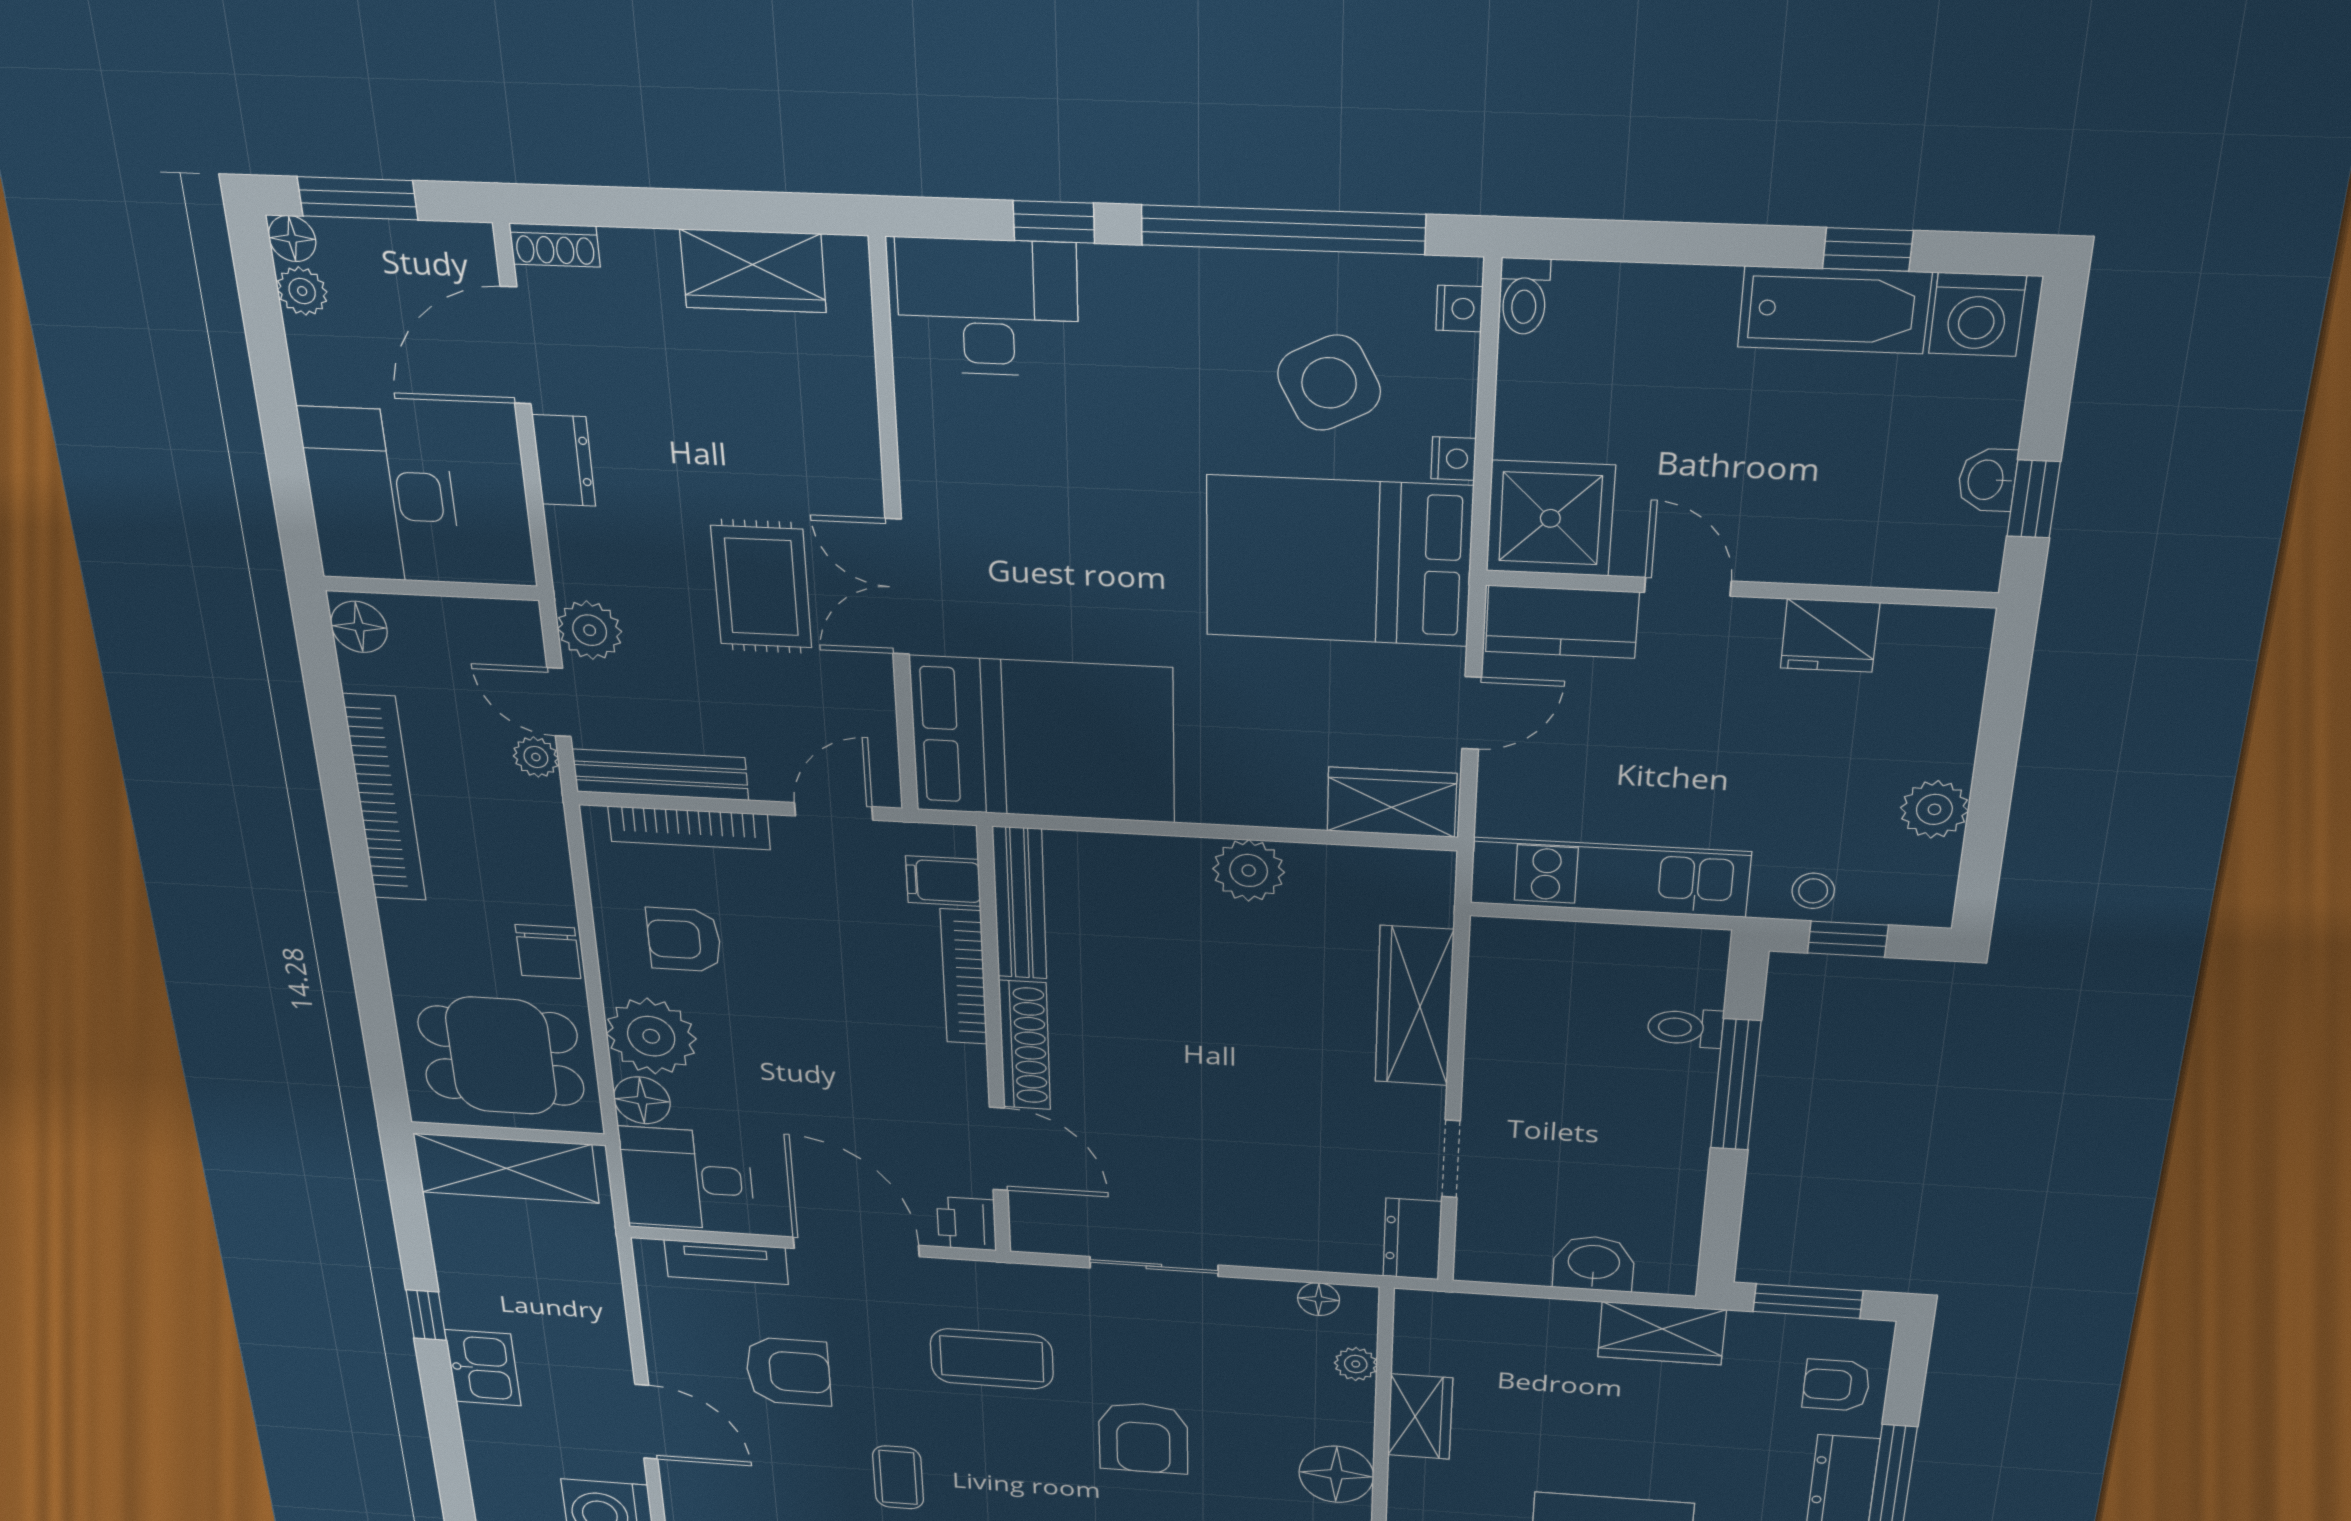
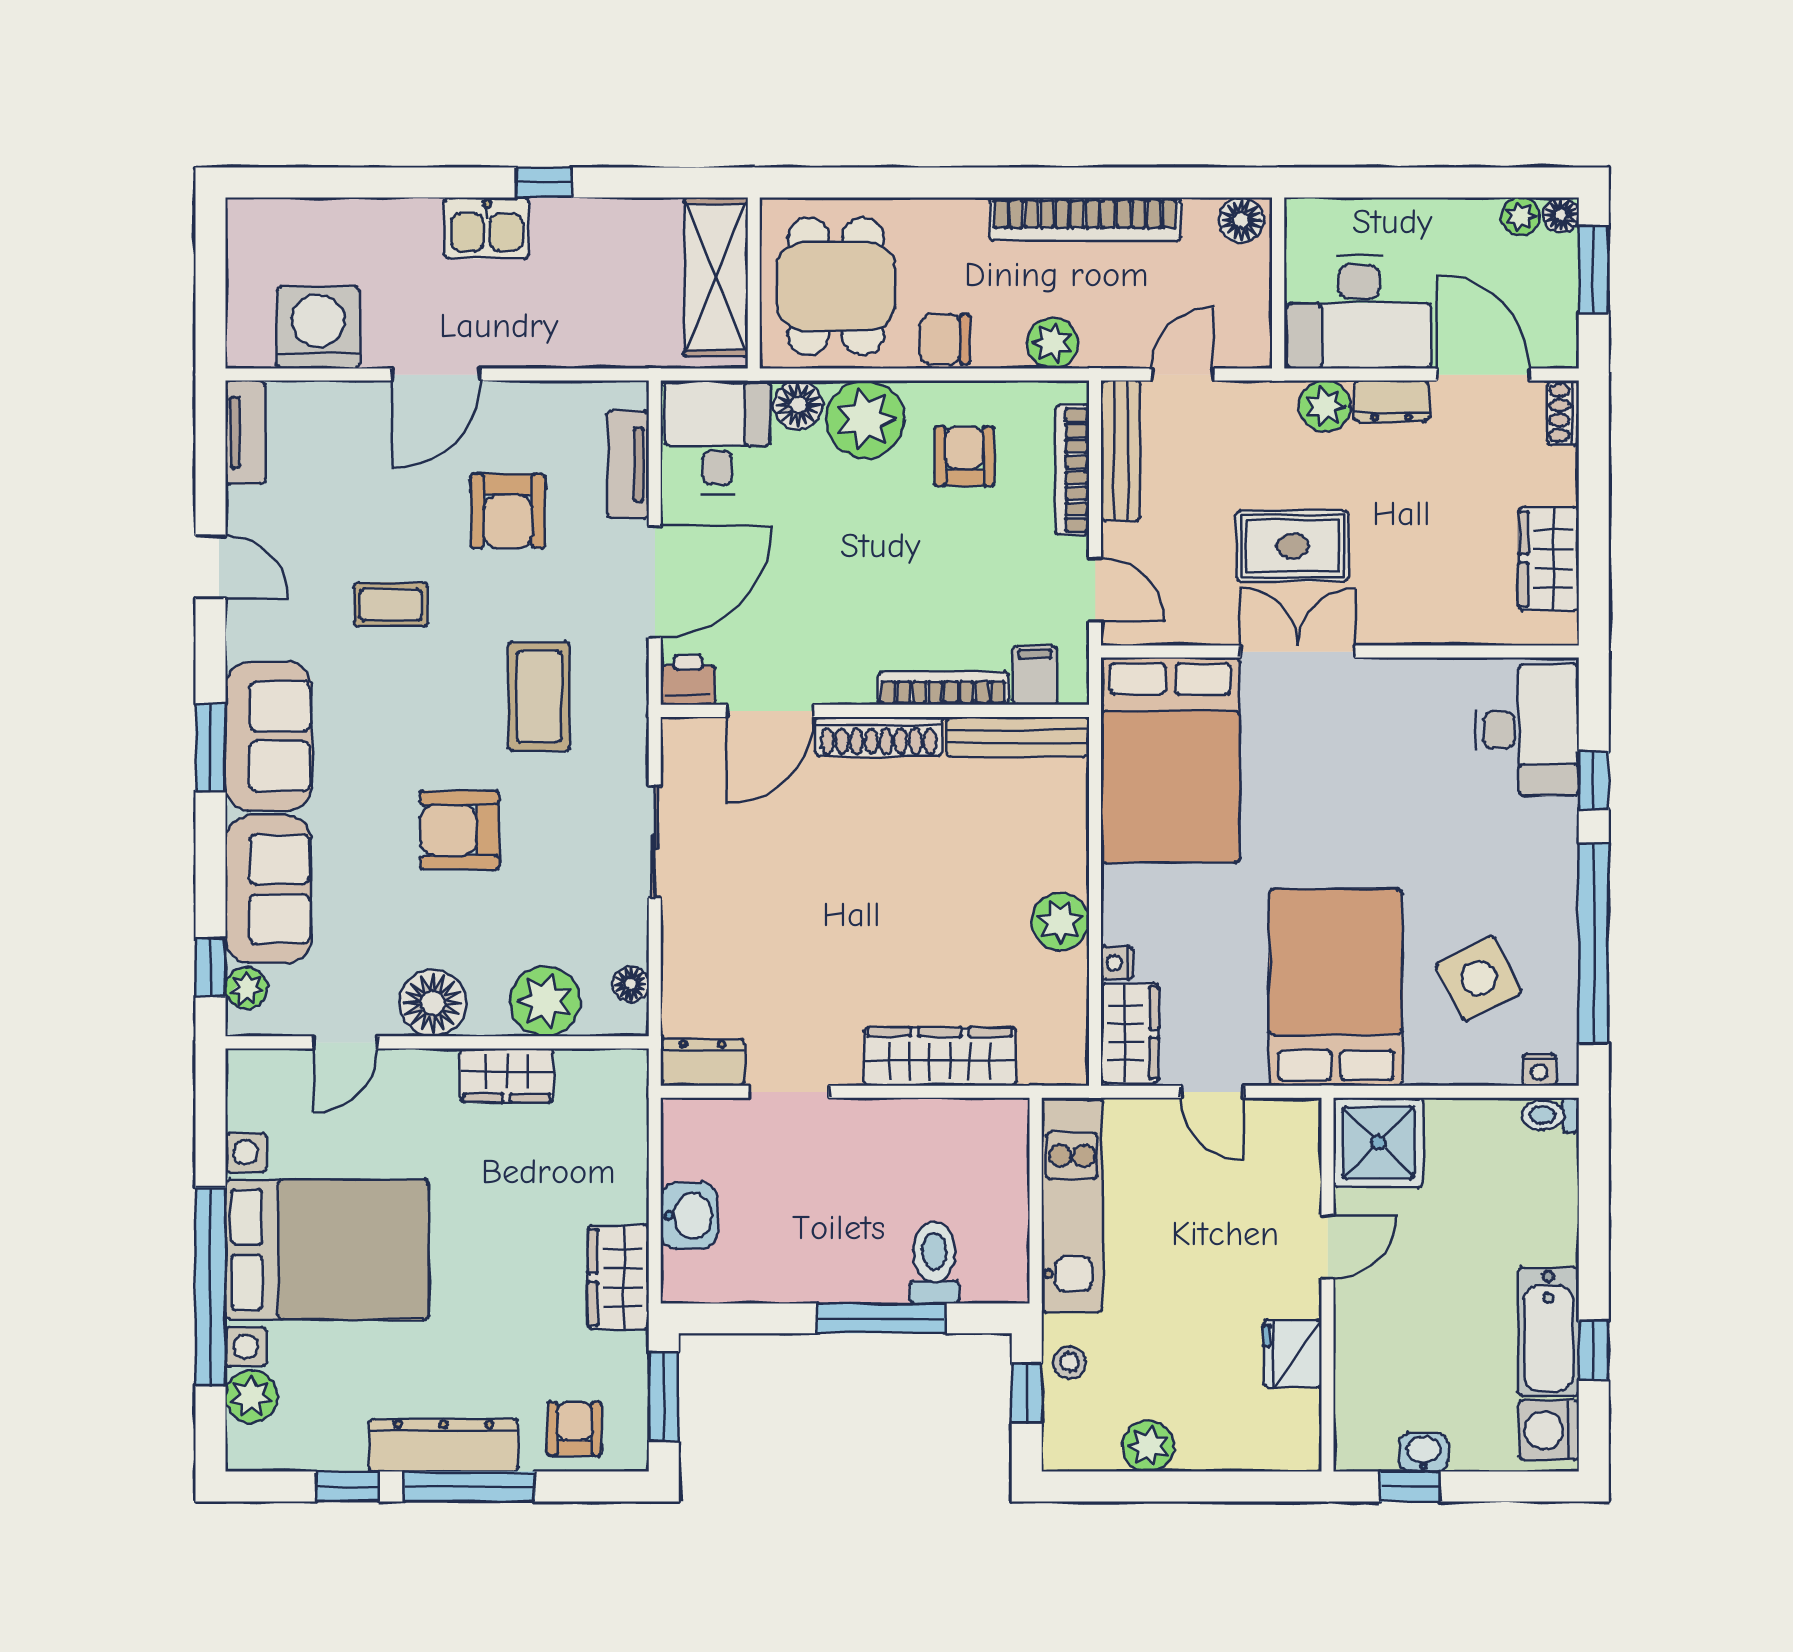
nightstand: (1454, 459) -> (1117, 963), moved, turned 90
desk: (381, 496) -> (1359, 312), moved, turned 180
kitchen counter: (1562, 622) -> (1294, 1156), removed
plant: (590, 630) -> (1325, 406), moved
plant: (536, 757) -> (1053, 343), moved, width x1.38, depth x1.38
toilet: (1685, 1028) -> (934, 1263), width x1.37, depth x1.39
plant: (1356, 1364) -> (545, 1001), width x1.88, depth x1.88

